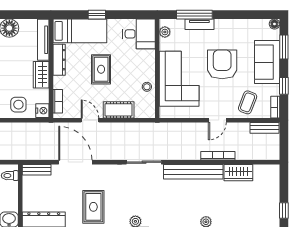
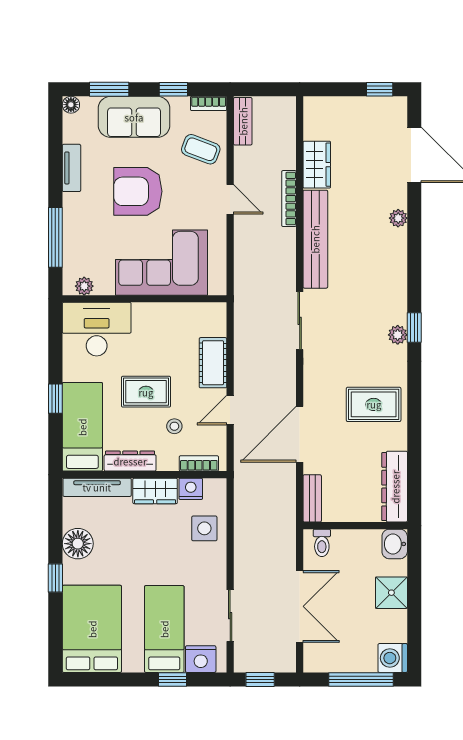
tv unit: (199, 24) -> (71, 168), moved
desk: (139, 34) -> (97, 329), width x1.37
stool: (147, 87) -> (174, 426), moved
nightstand: (42, 111) -> (191, 489), moved

